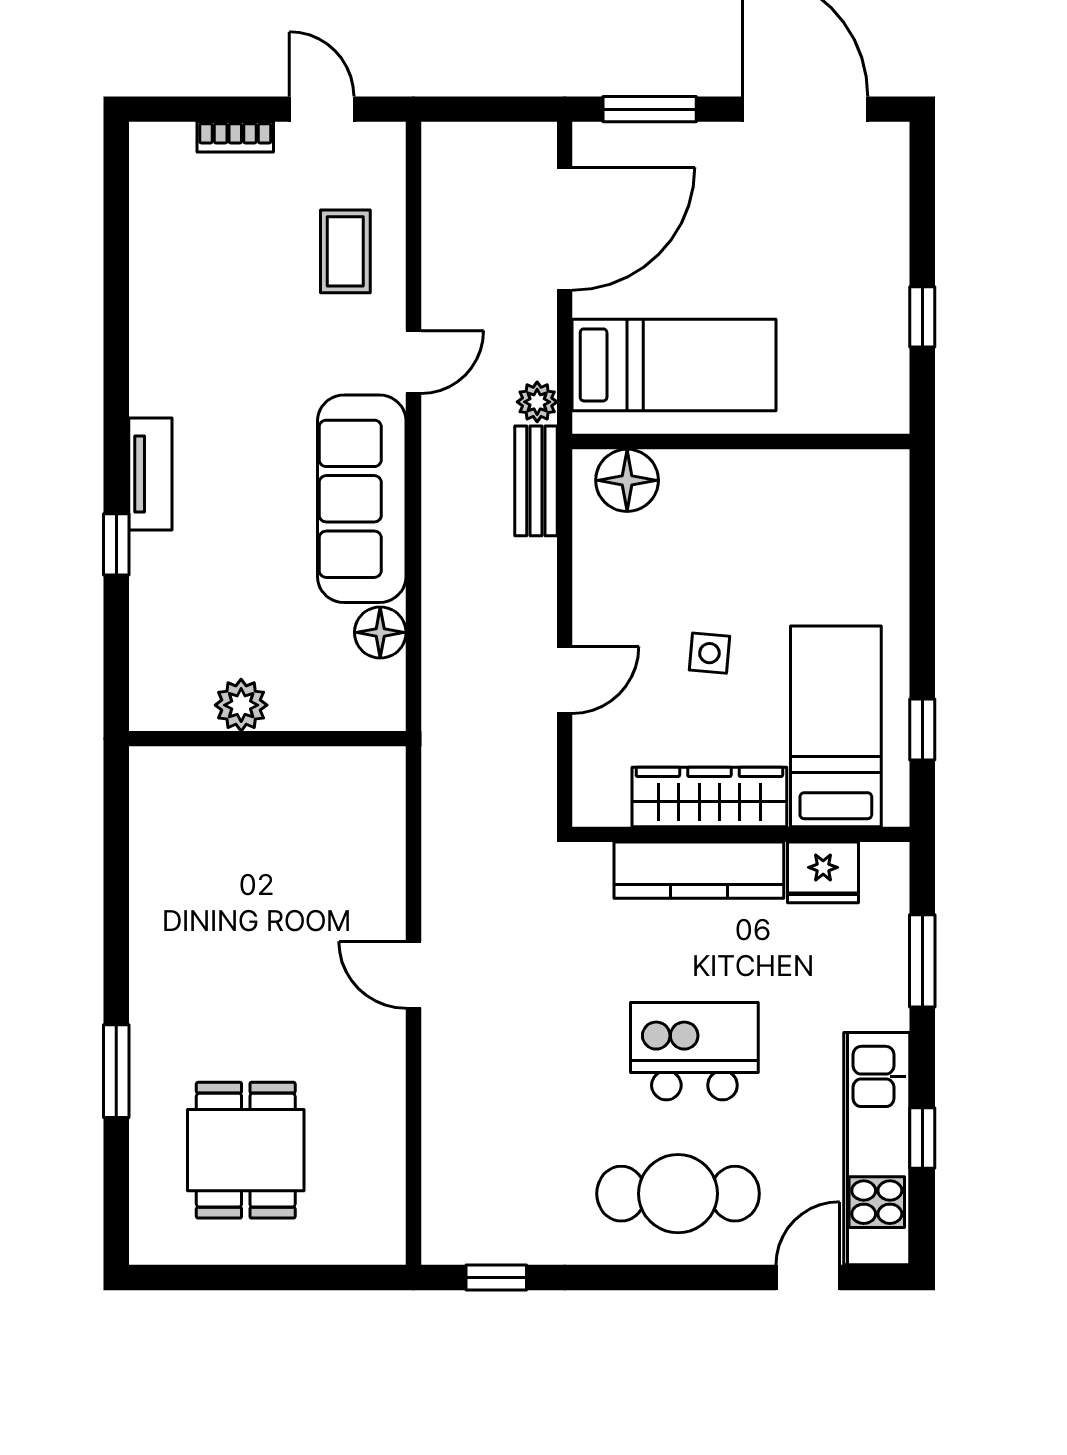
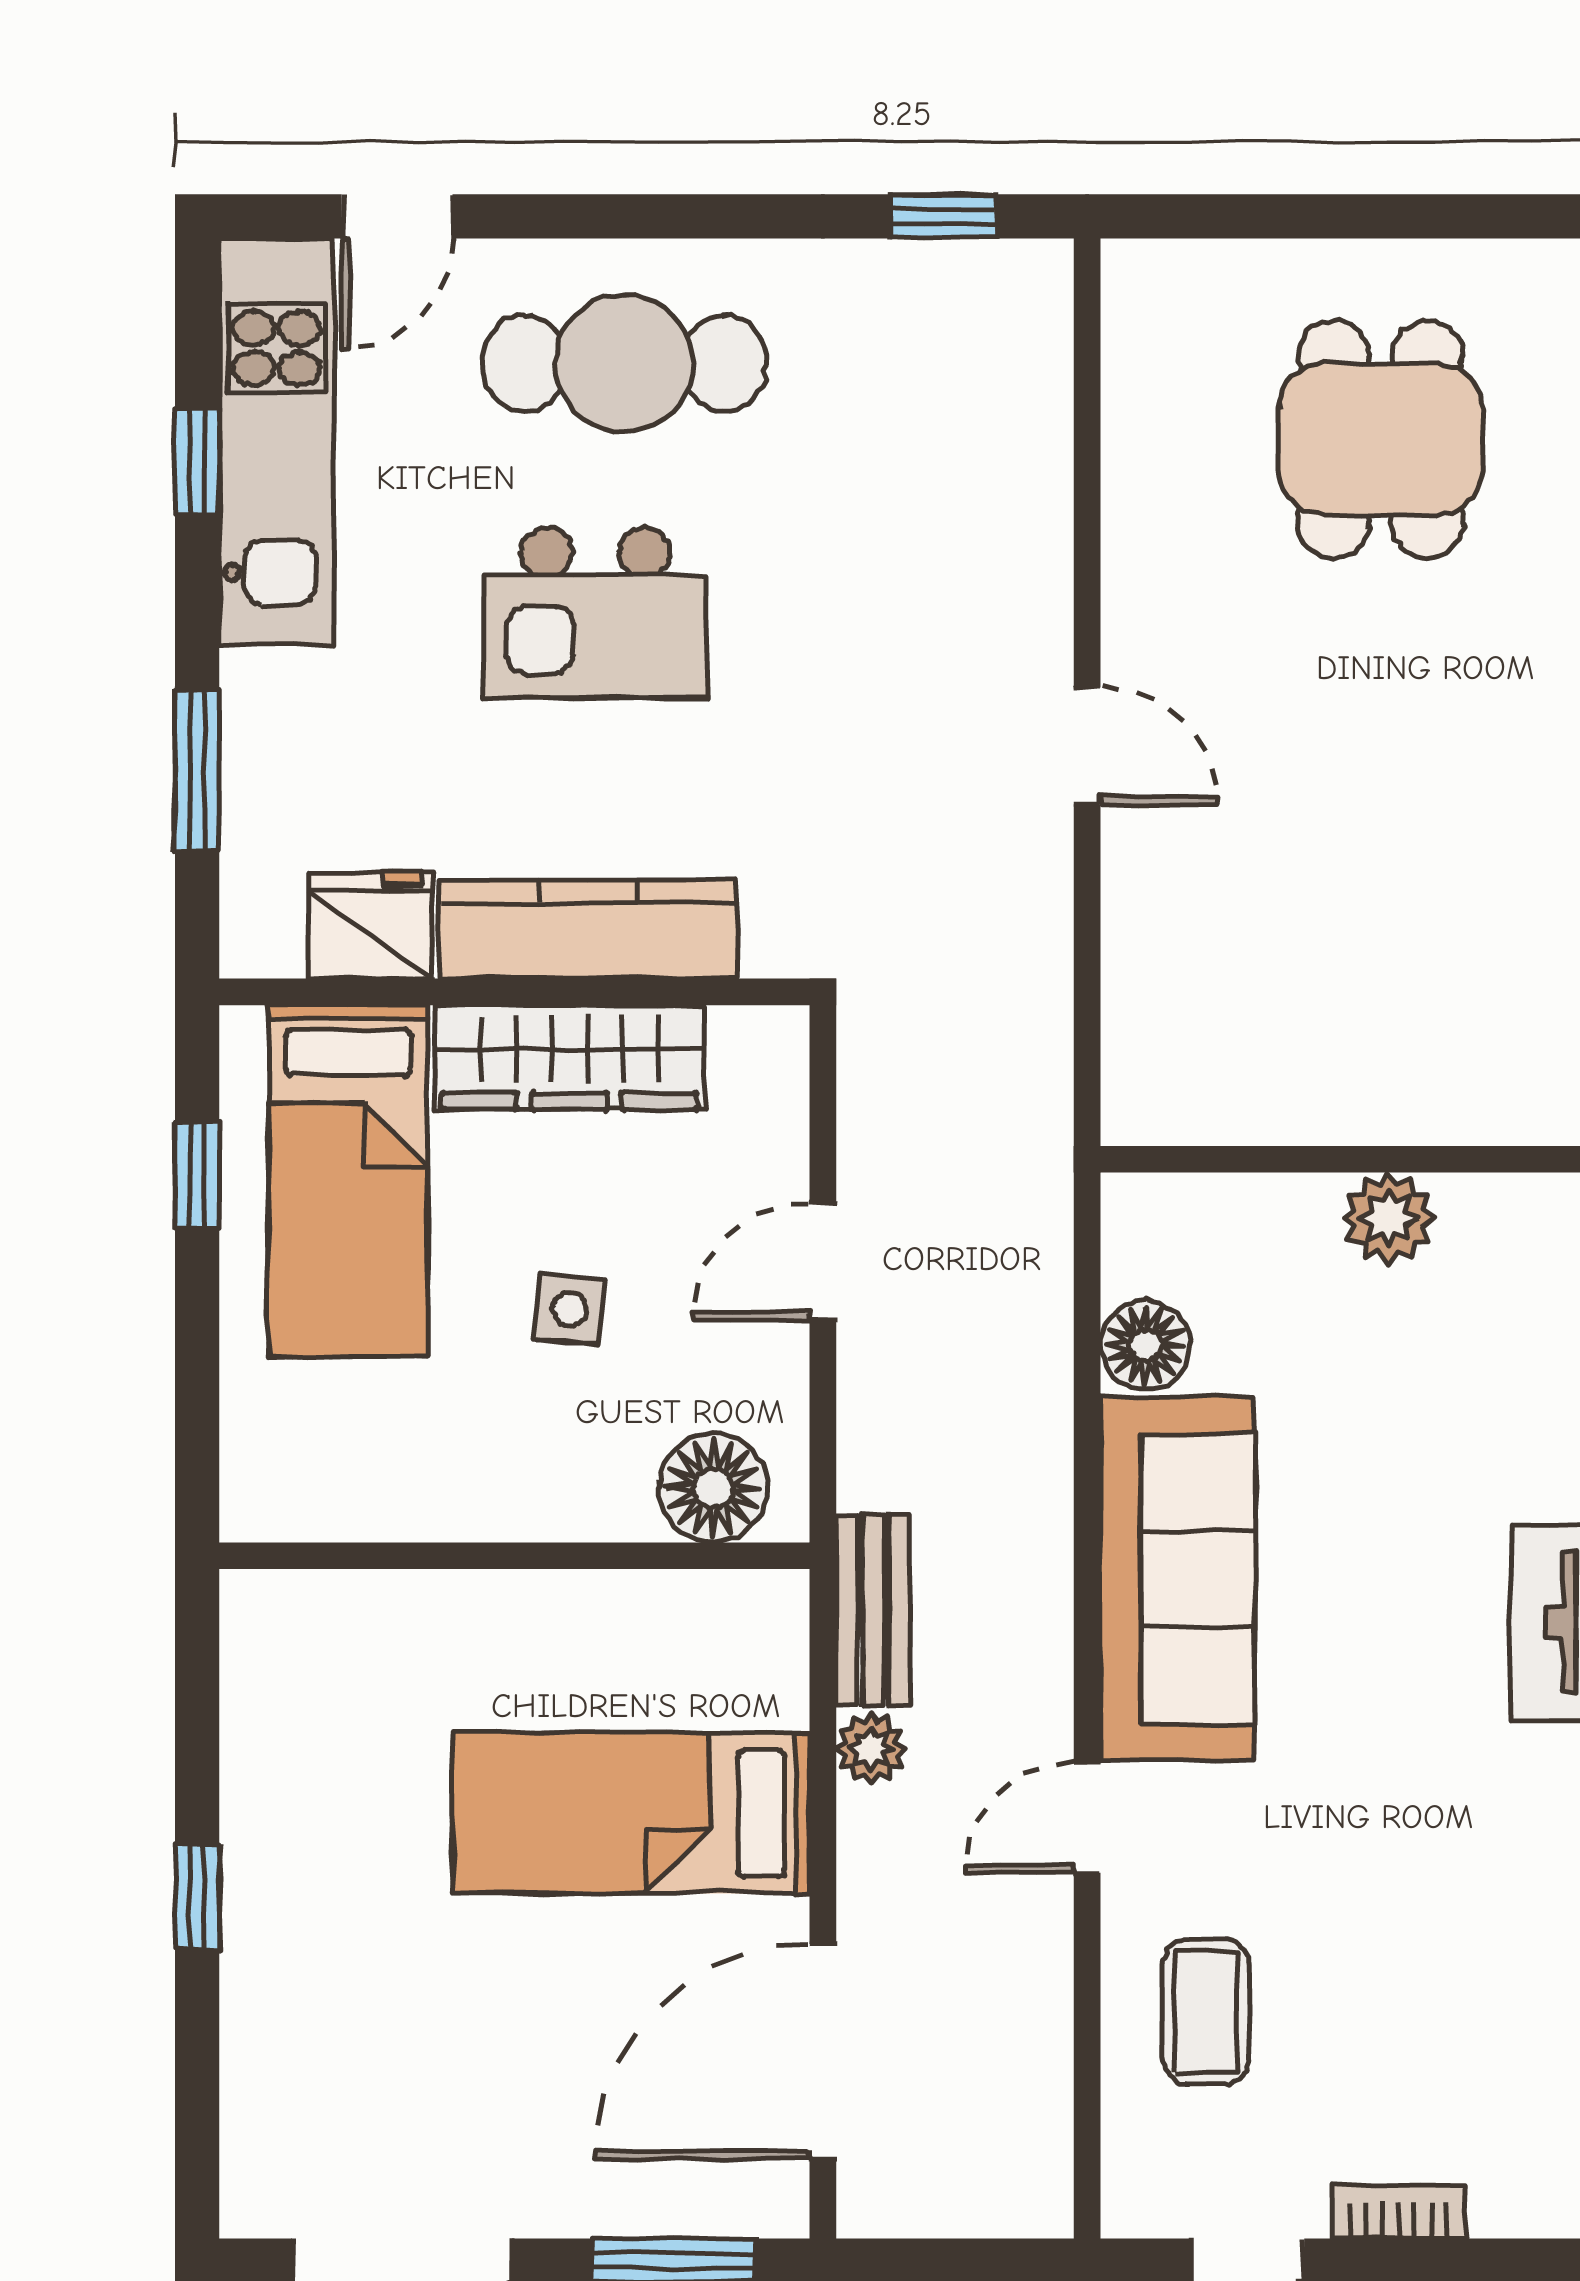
wall: (741, 442) -> (514, 1556), moved
floor lamp: (627, 480) -> (713, 1488), moved

